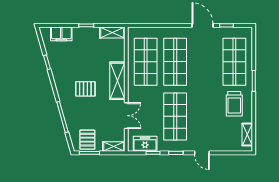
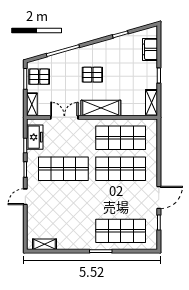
pallet: (85, 89) -> (92, 75), turned 90
trolley: (234, 104) -> (77, 231), removed
double door: (126, 116) -> (64, 117), swing flipped

